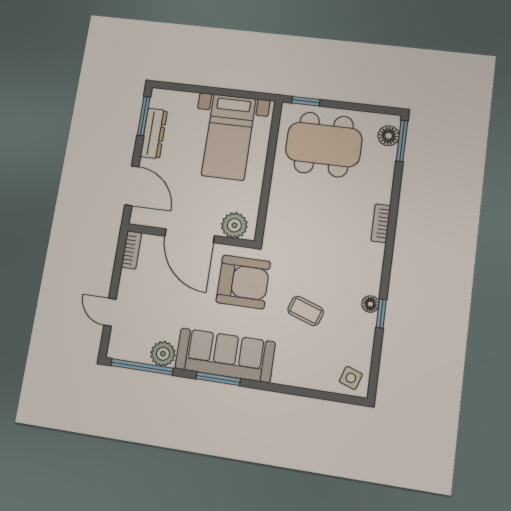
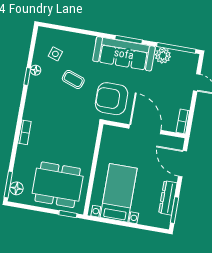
plant: (234, 225) -> (116, 135), removed
floor lamp: (370, 304) -> (36, 70), moved
side table: (351, 378) -> (55, 54), moved

